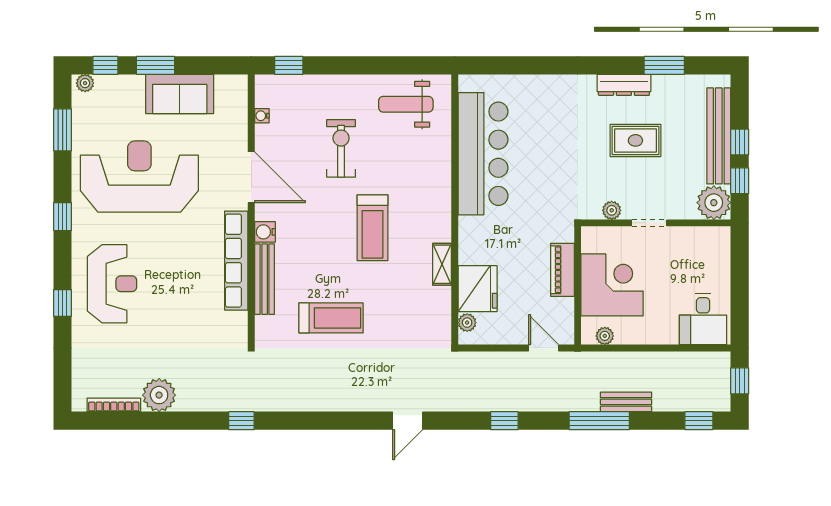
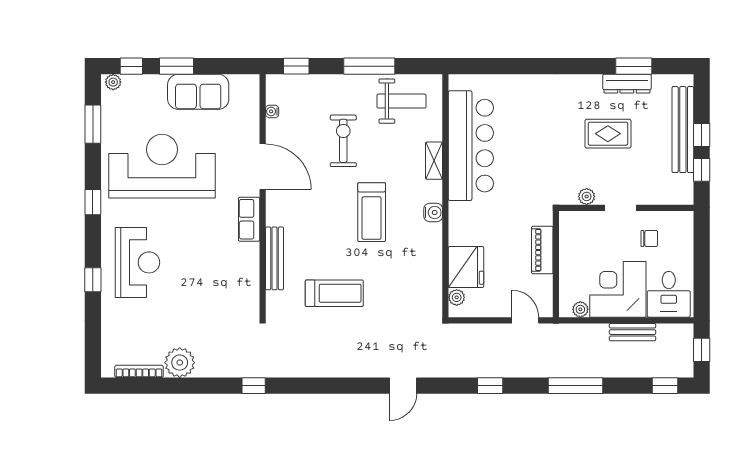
window: (370, 65) -> (369, 66), added
dresser: (624, 85) -> (627, 84), moved
weight bench: (406, 104) -> (402, 101), turned 180
plant: (714, 203) -> (678, 190), removed
water cooler: (265, 232) -> (433, 213), moved, turned 180
chair: (681, 257) -> (649, 239), added
row of seats: (236, 261) -> (249, 219), width x0.50
shelving: (442, 264) -> (434, 161), moved
corner desk: (612, 285) -> (618, 289), moved, turned -90
bench: (626, 402) -> (633, 332), moved

